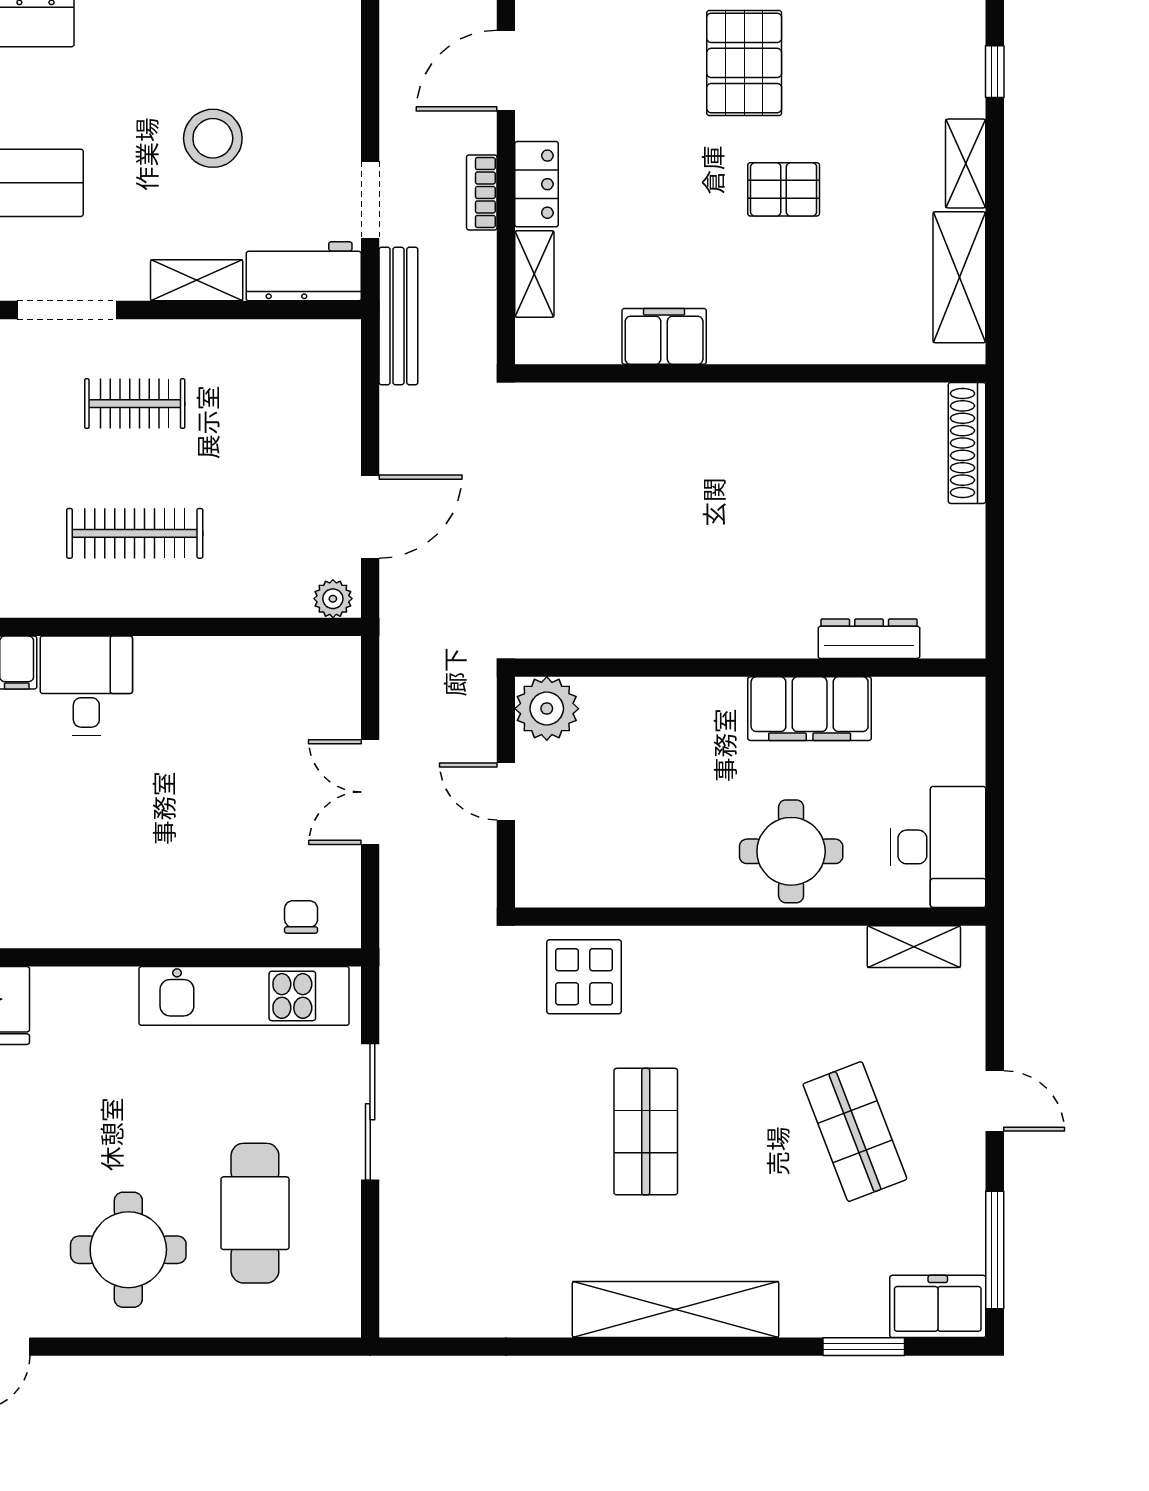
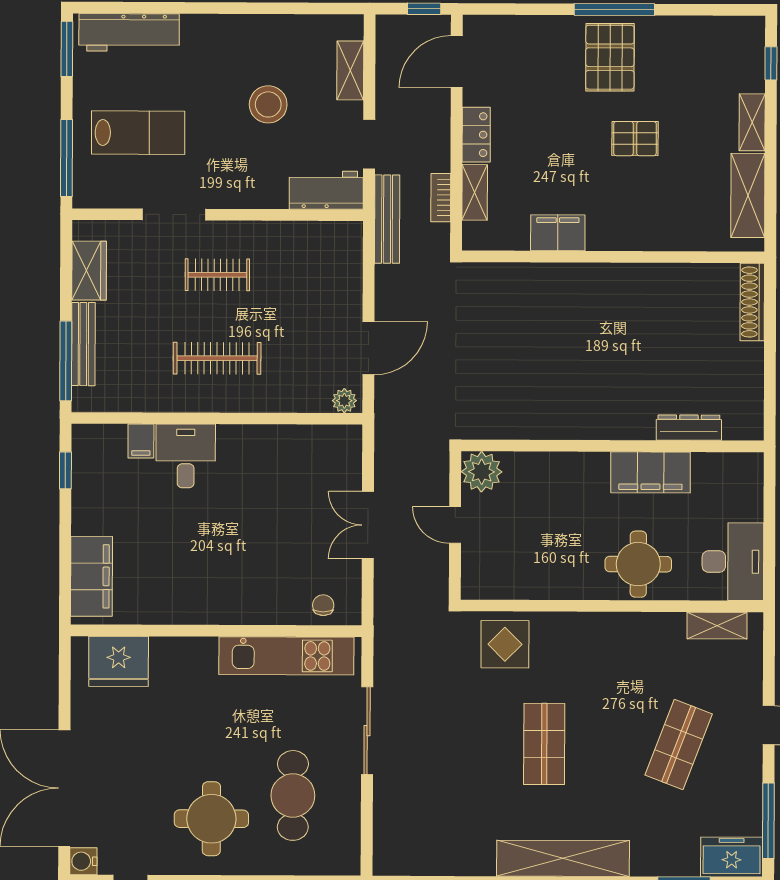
bookcase: (482, 192) -> (441, 198), moved
shelving: (197, 280) -> (350, 70), moved, turned 90
shop shelf: (855, 1132) -> (679, 744), turned 42

